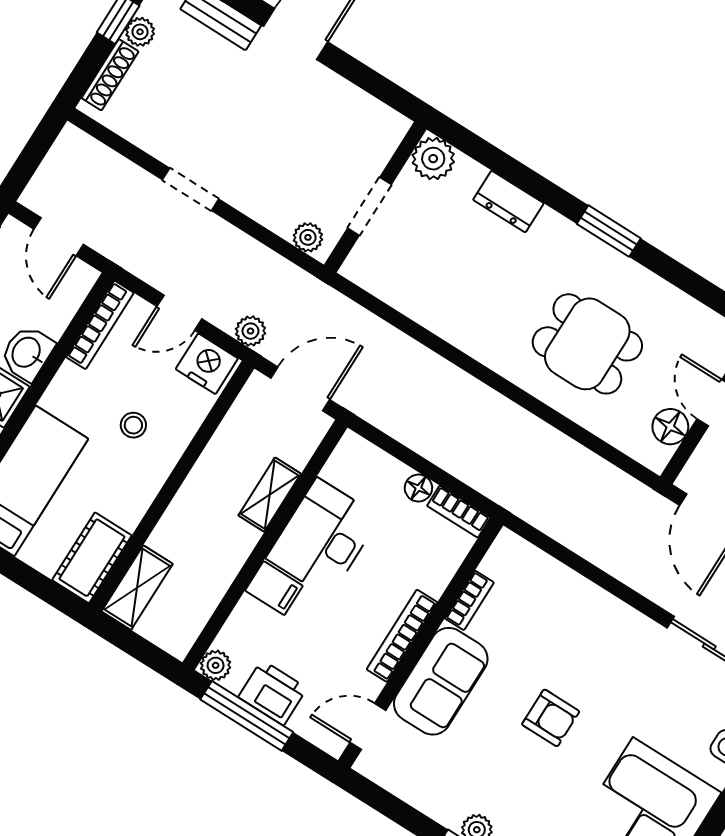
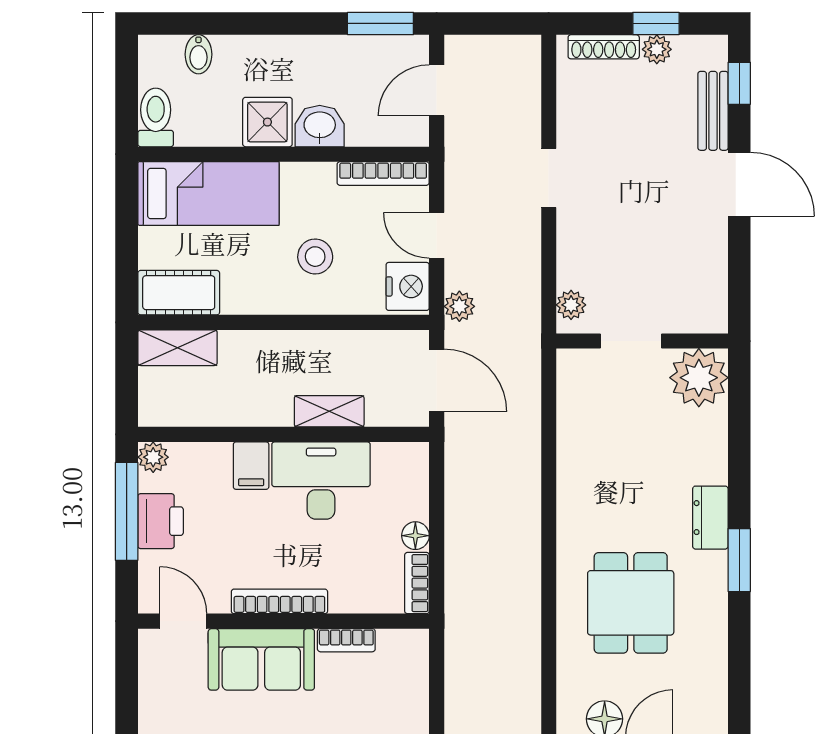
plant: (433, 159) -> (699, 378), width x1.36, depth x1.36
dresser: (508, 202) -> (710, 518), moved
stool: (133, 425) -> (315, 257), width x1.37, depth x1.37

